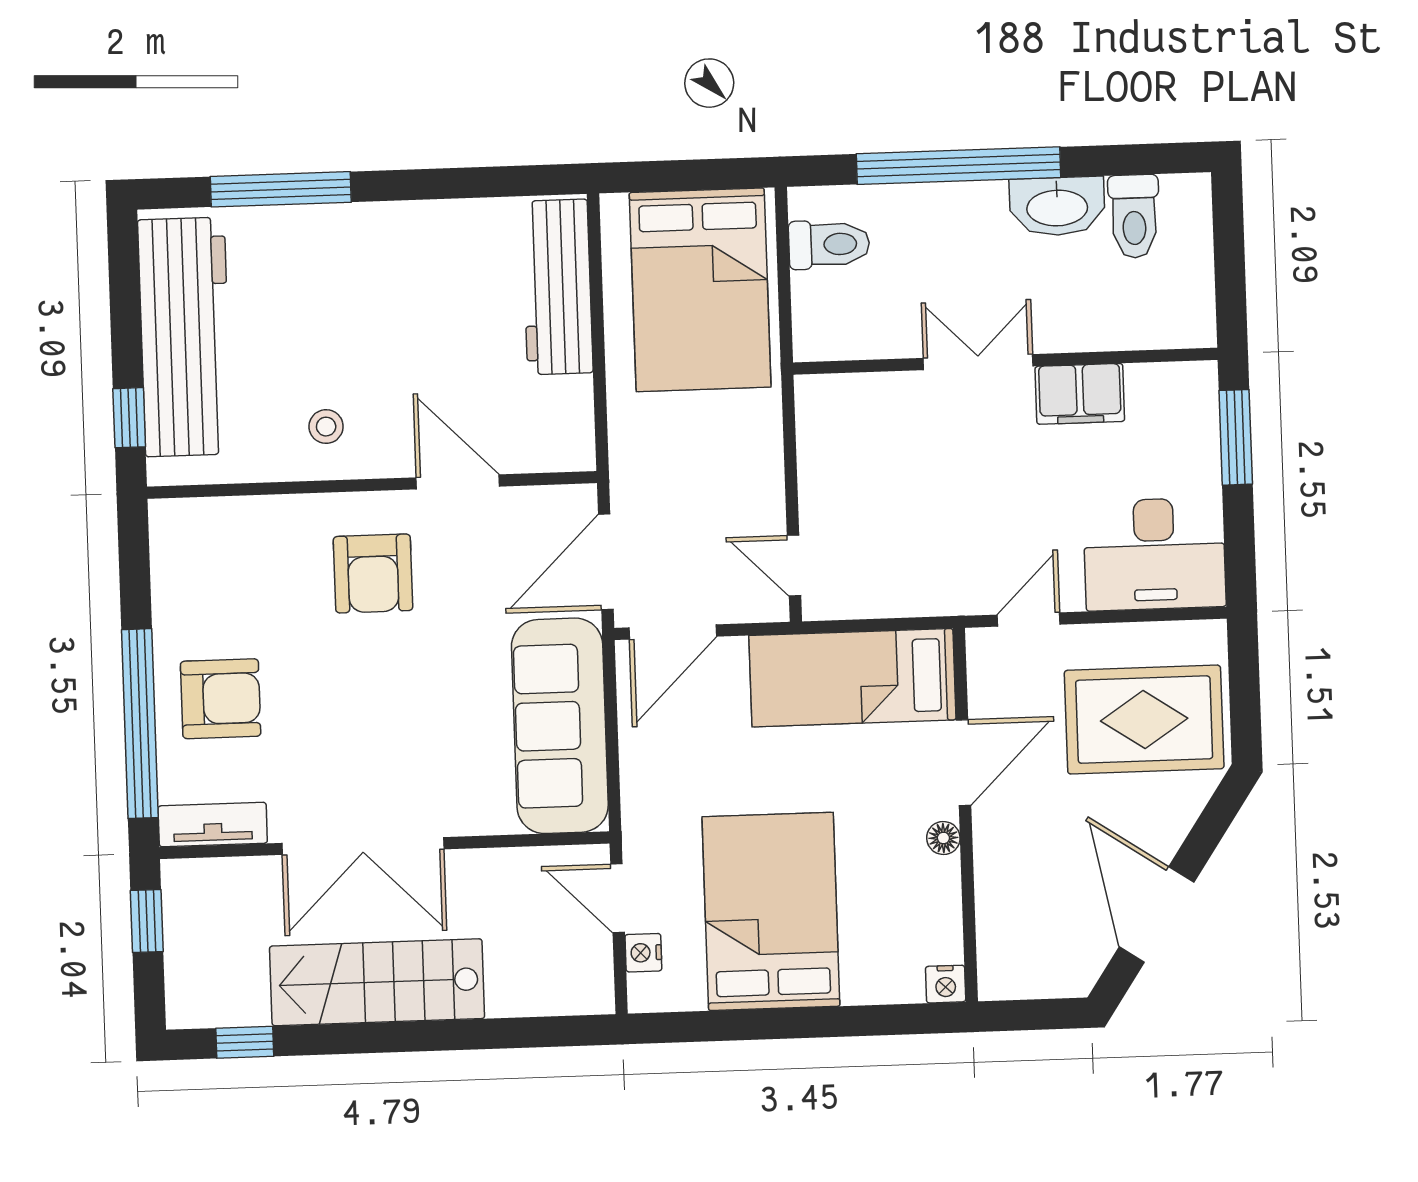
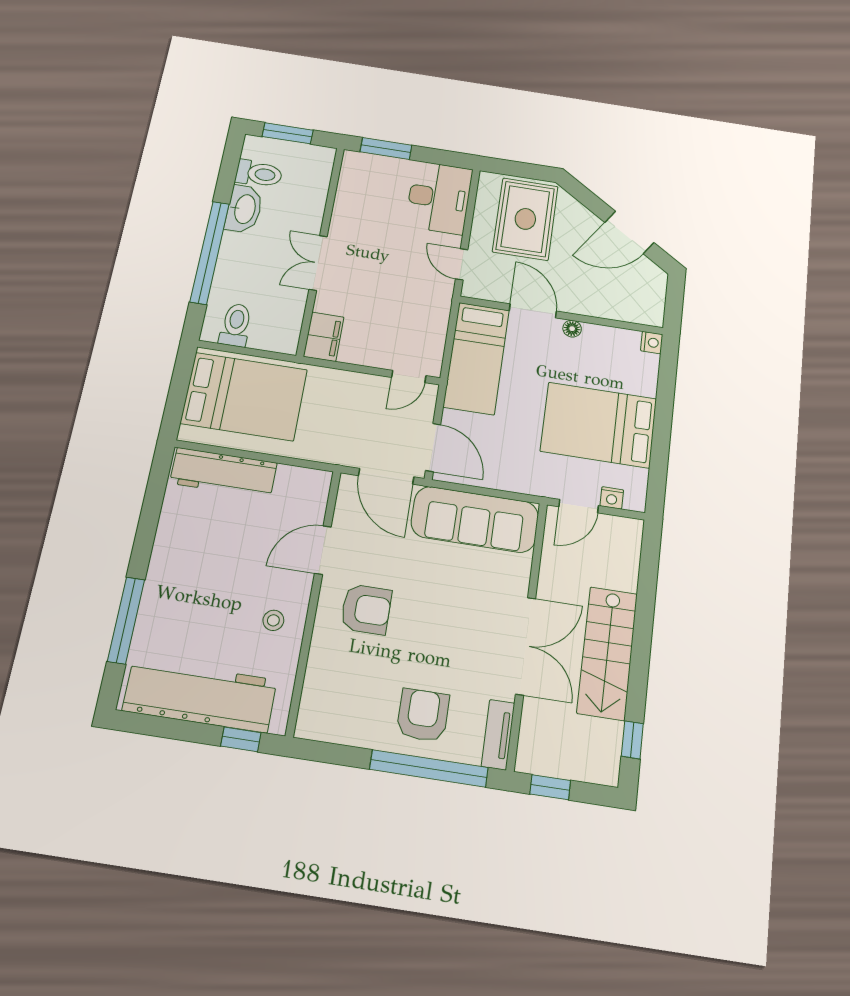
window: (1229, 250) -> (288, 133), added
filing cabinet: (1080, 394) -> (324, 337), moved

